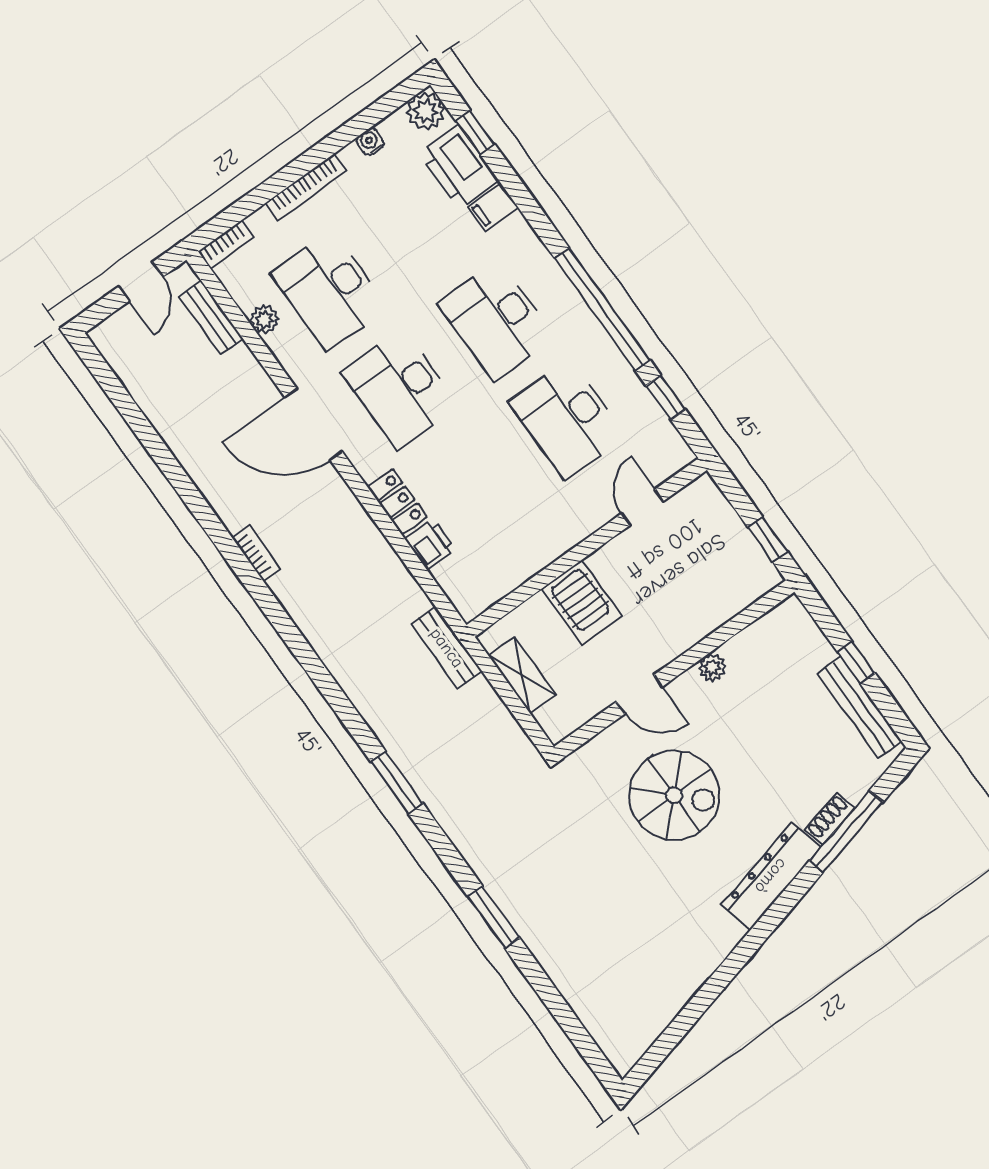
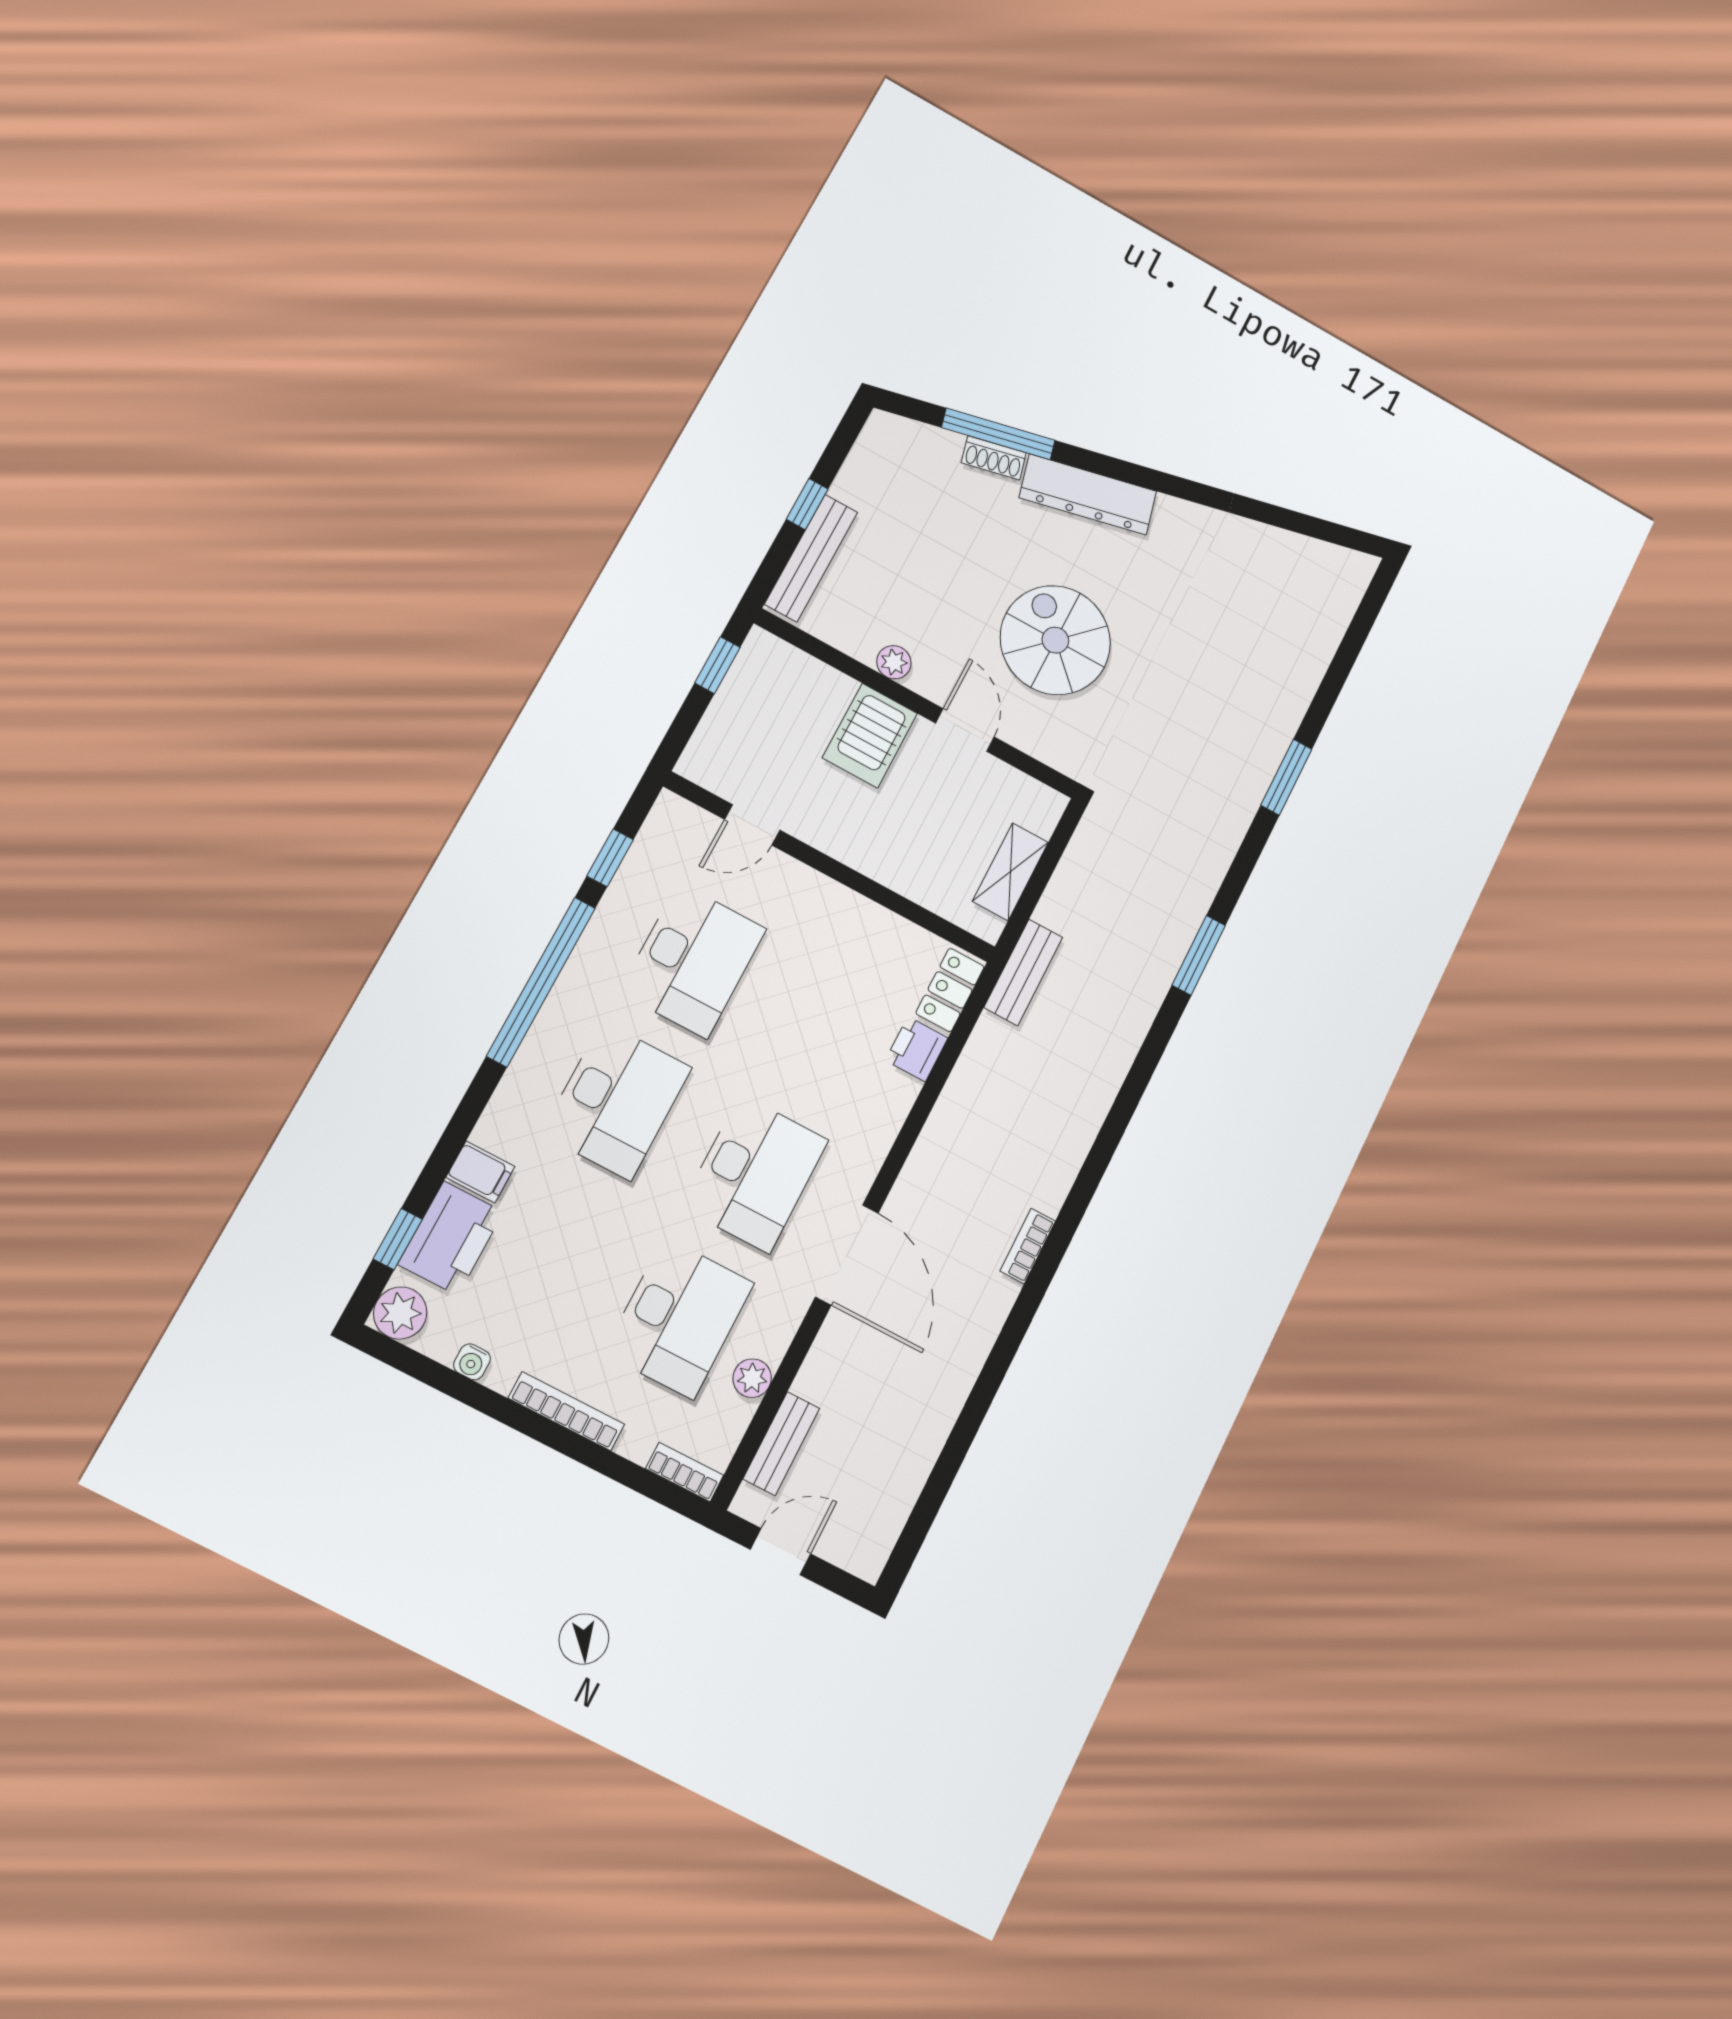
locker: (397, 502) -> (950, 990), moved
server rack: (582, 602) -> (870, 736), moved, turned 180
bench: (860, 707) -> (811, 558), moved

